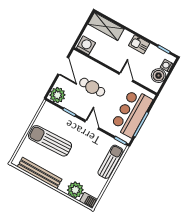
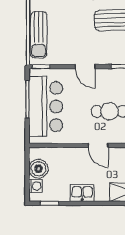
door: (126, 77) -> (98, 145), moved

